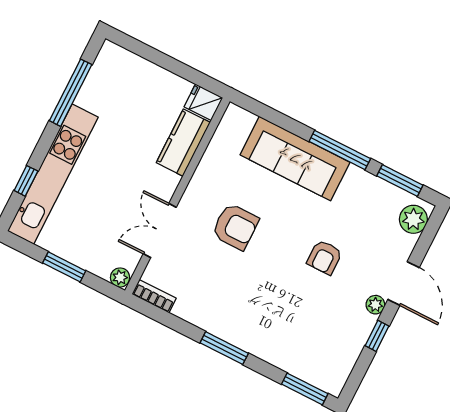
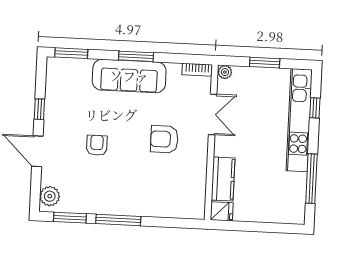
sofa: (295, 159) -> (129, 76), moved, turned 180
plant: (375, 305) -> (50, 129), removed

